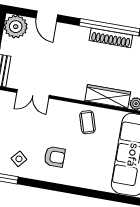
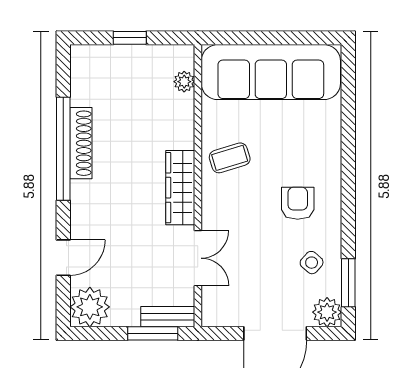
wardrobe: (108, 96) -> (180, 188), moved

